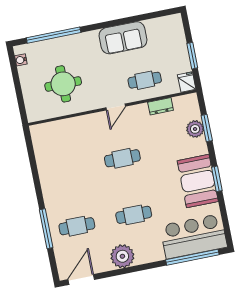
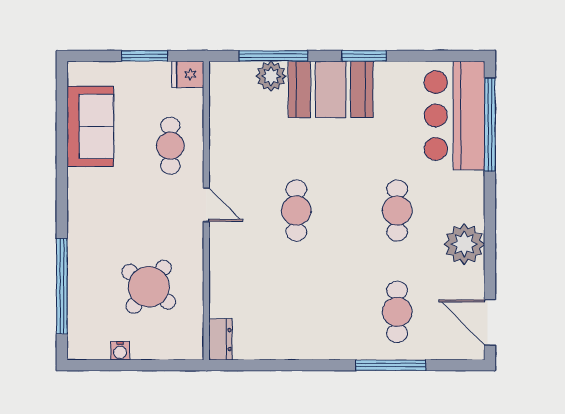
sofa: (123, 38) -> (90, 126), moved
water cooler: (21, 60) -> (120, 351), moved
round table: (63, 84) -> (149, 287), turned 38
dresser: (161, 106) -> (220, 339), moved
window: (207, 128) -> (274, 56), width x1.44
booth: (198, 181) -> (331, 89), moved

